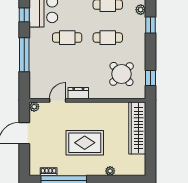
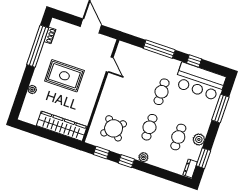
plant: (141, 10) -> (143, 157), moved
window: (151, 25) -> (126, 161), moved
dresser: (78, 93) -> (110, 85), removed
plant: (34, 107) -> (111, 42), removed
rug: (85, 143) -> (64, 76), turned 90

